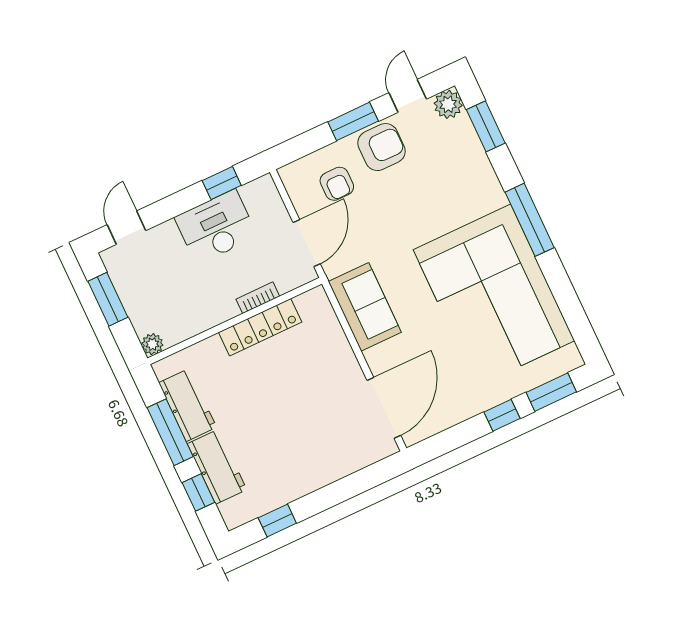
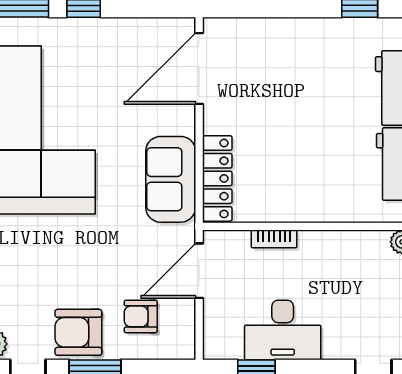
armchair: (337, 184) -> (141, 316), turned -90
locker: (260, 327) -> (217, 178), moved, turned 90

